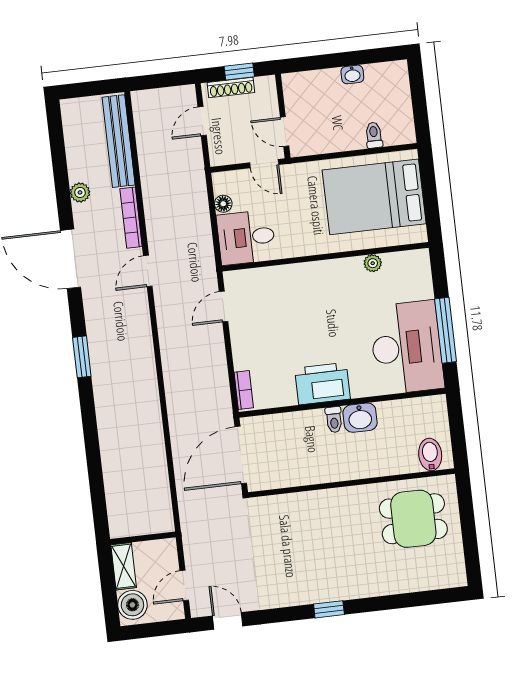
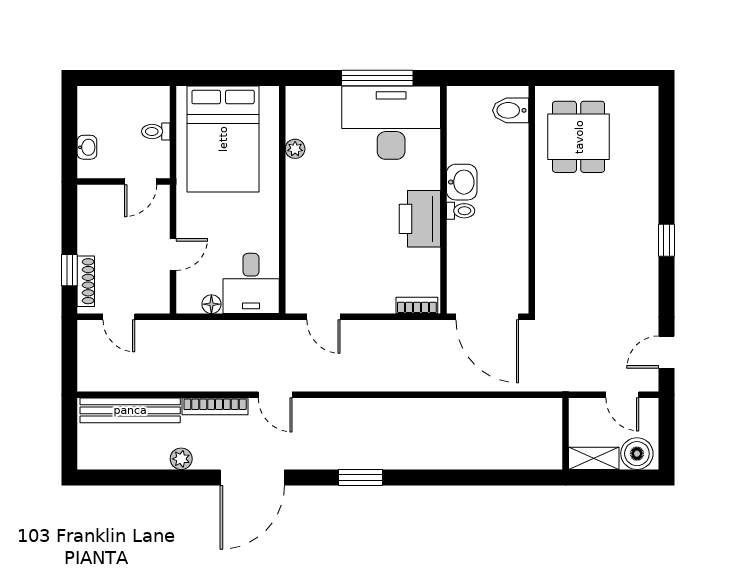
wall: (283, 116) -> (124, 182), moved
door: (285, 132) -> (141, 182), moved

